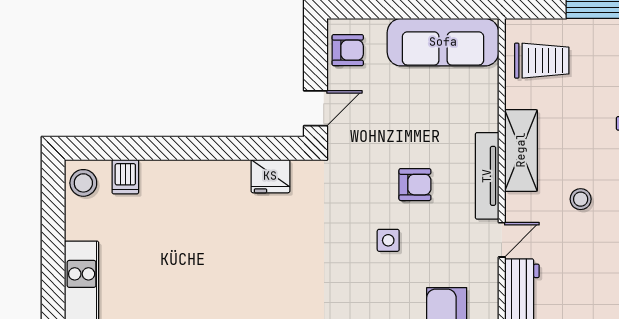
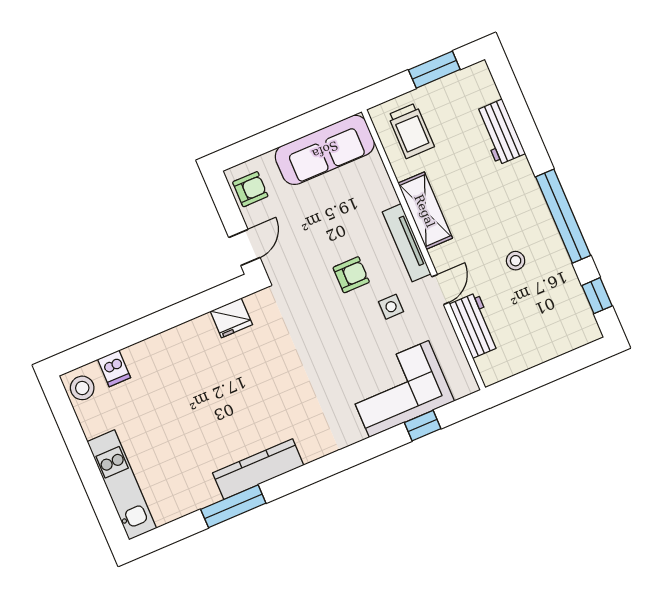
trolley: (542, 61) -> (411, 131), turned 90
stool: (581, 199) -> (516, 261), moved
side table: (388, 240) -> (391, 307), moved

